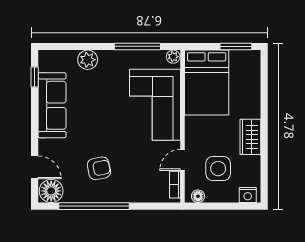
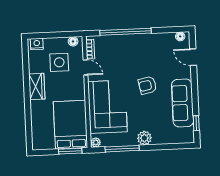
window: (236, 46) -> (70, 151), moved
plant: (88, 60) -> (144, 138), moved
door: (183, 160) -> (86, 67), hinge flipped
armchair: (99, 168) -> (147, 85), moved
floor lamp: (51, 191) -> (180, 36), width x0.53, depth x0.53
window: (94, 206) -> (126, 32), moved

